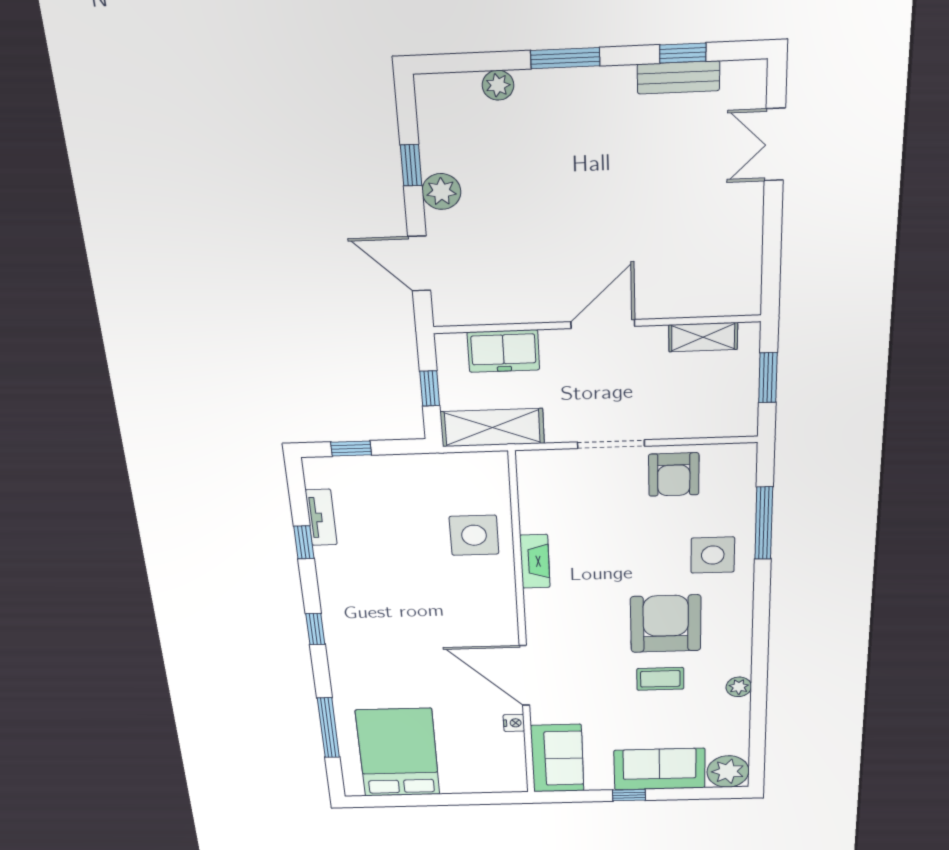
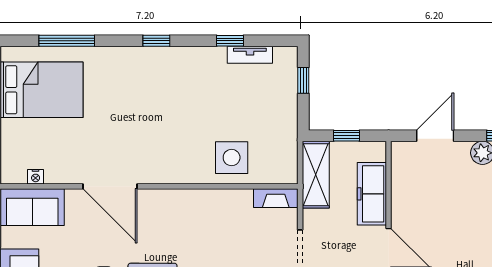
freezer: (503, 351) -> (372, 194), width x1.40
fireplace: (535, 561) -> (276, 198), moved
door: (525, 676) -> (110, 186), swing flipped
nightstand: (514, 723) -> (36, 177), moved

